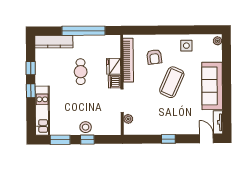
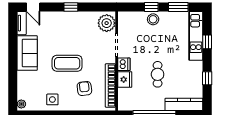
coffee table: (172, 82) -> (67, 63), turned 66
sofa: (212, 86) -> (27, 53), width x0.73
window: (31, 91) -> (207, 42), moved
plant: (128, 119) -> (107, 23), width x1.88, depth x1.88

